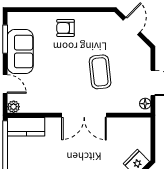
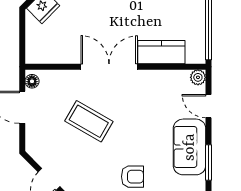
coffee table: (100, 72) -> (89, 121), turned -54
kitchen counter: (26, 127) -> (161, 52), moved

